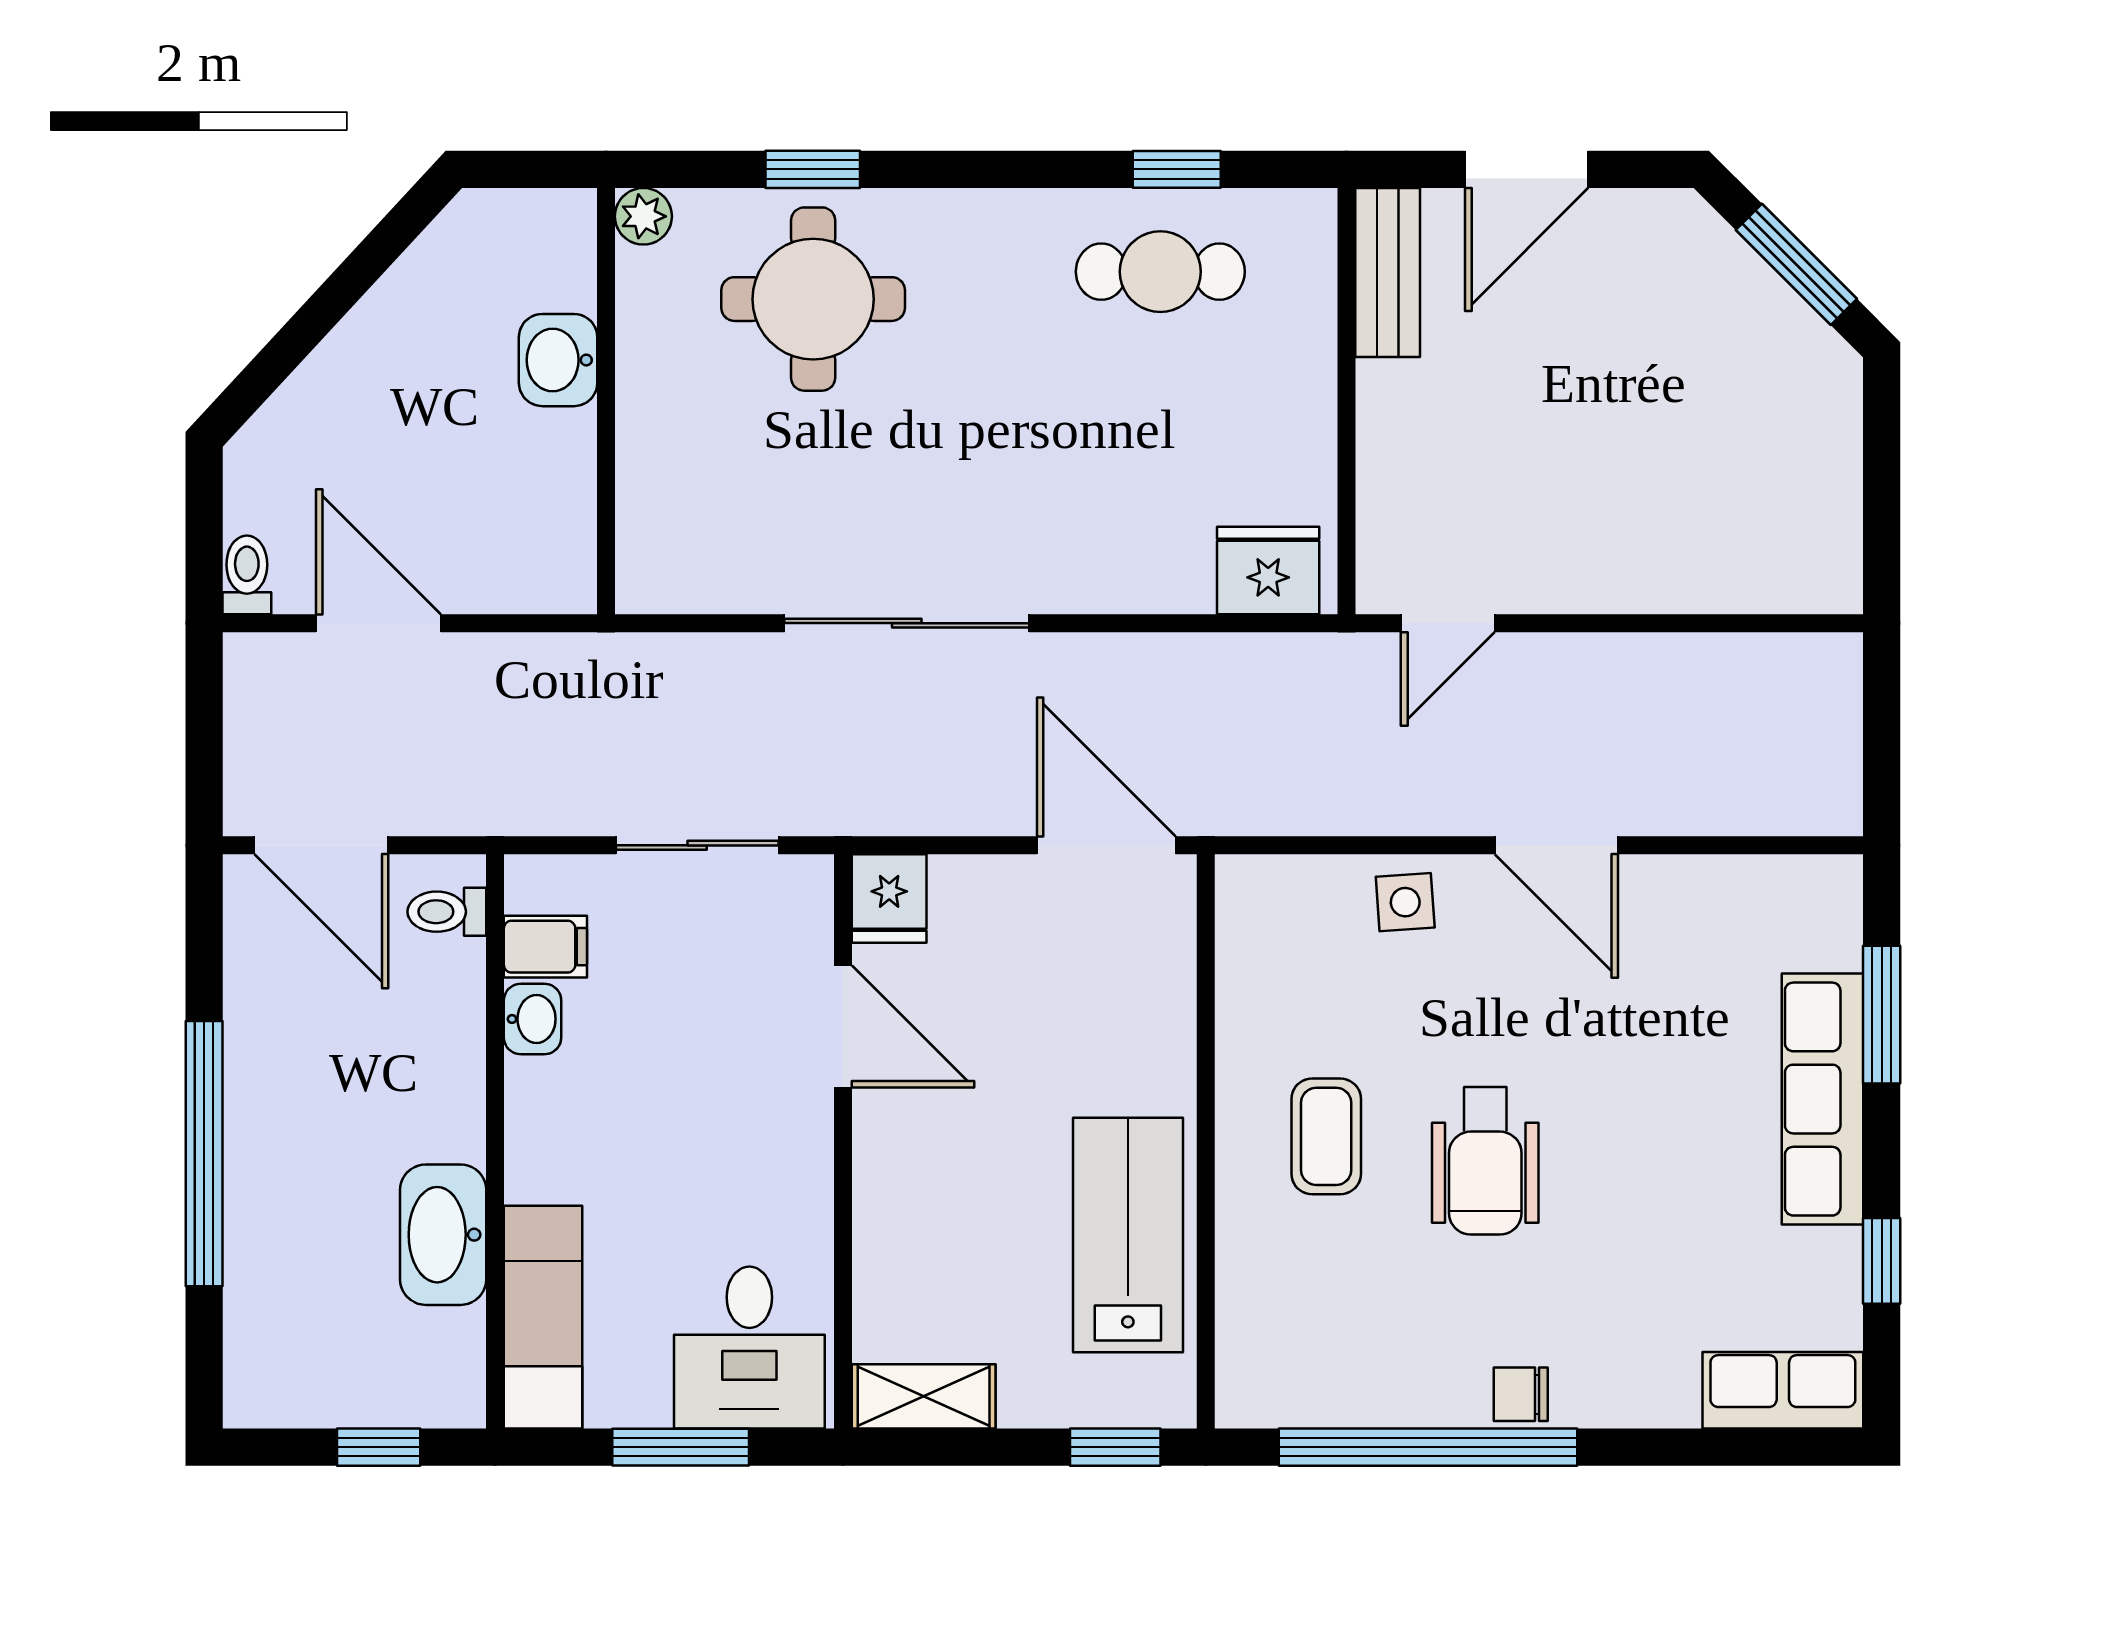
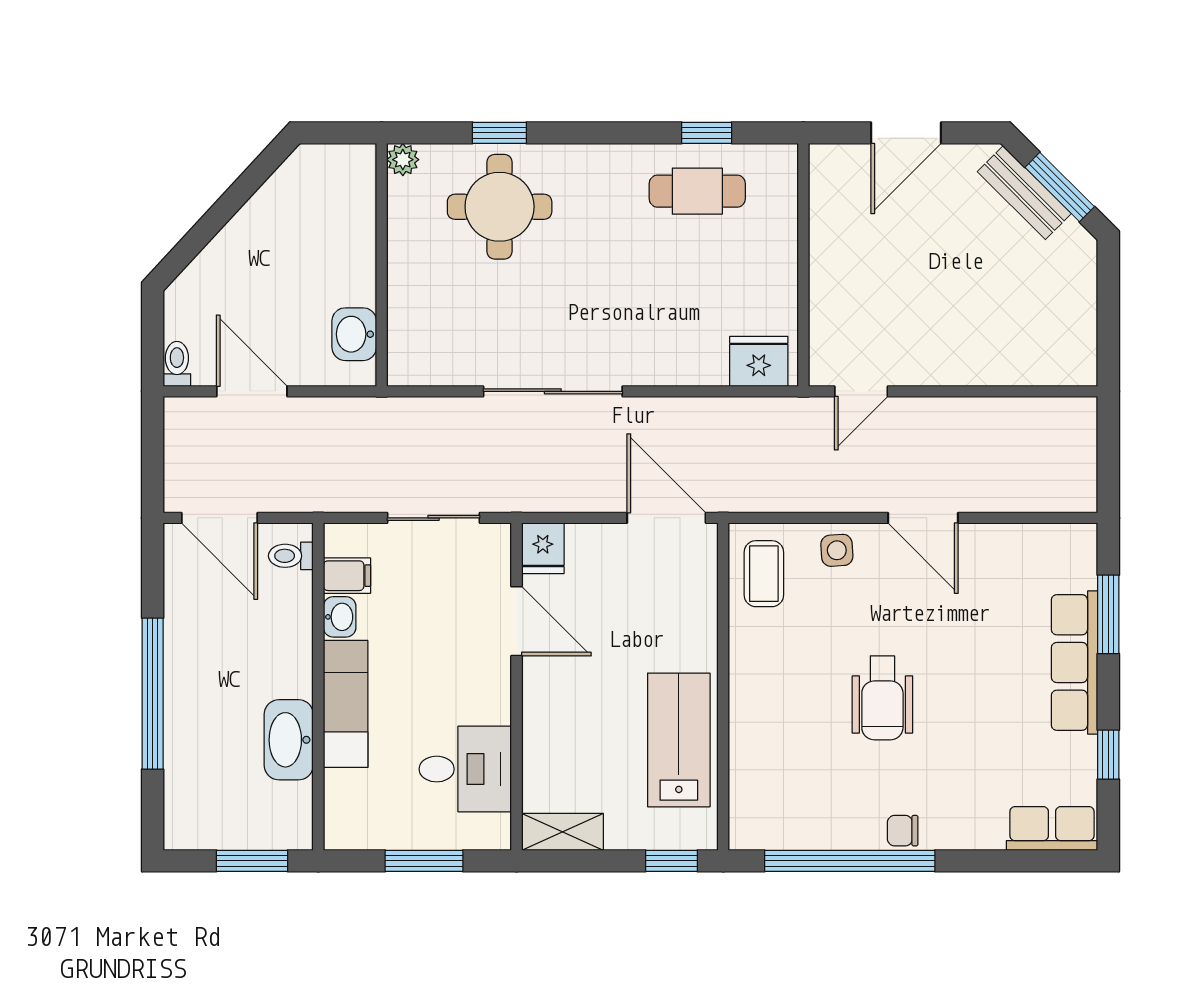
bench: (1388, 272) -> (1024, 193), moved, turned -45
washbasin: (558, 360) -> (354, 334), moved
coffee table: (1326, 1136) -> (764, 574), moved
exam couch: (543, 1317) -> (346, 704), moved
desk: (749, 1348) -> (465, 769), moved, turned -90
window: (379, 1447) -> (252, 861), width x1.50

